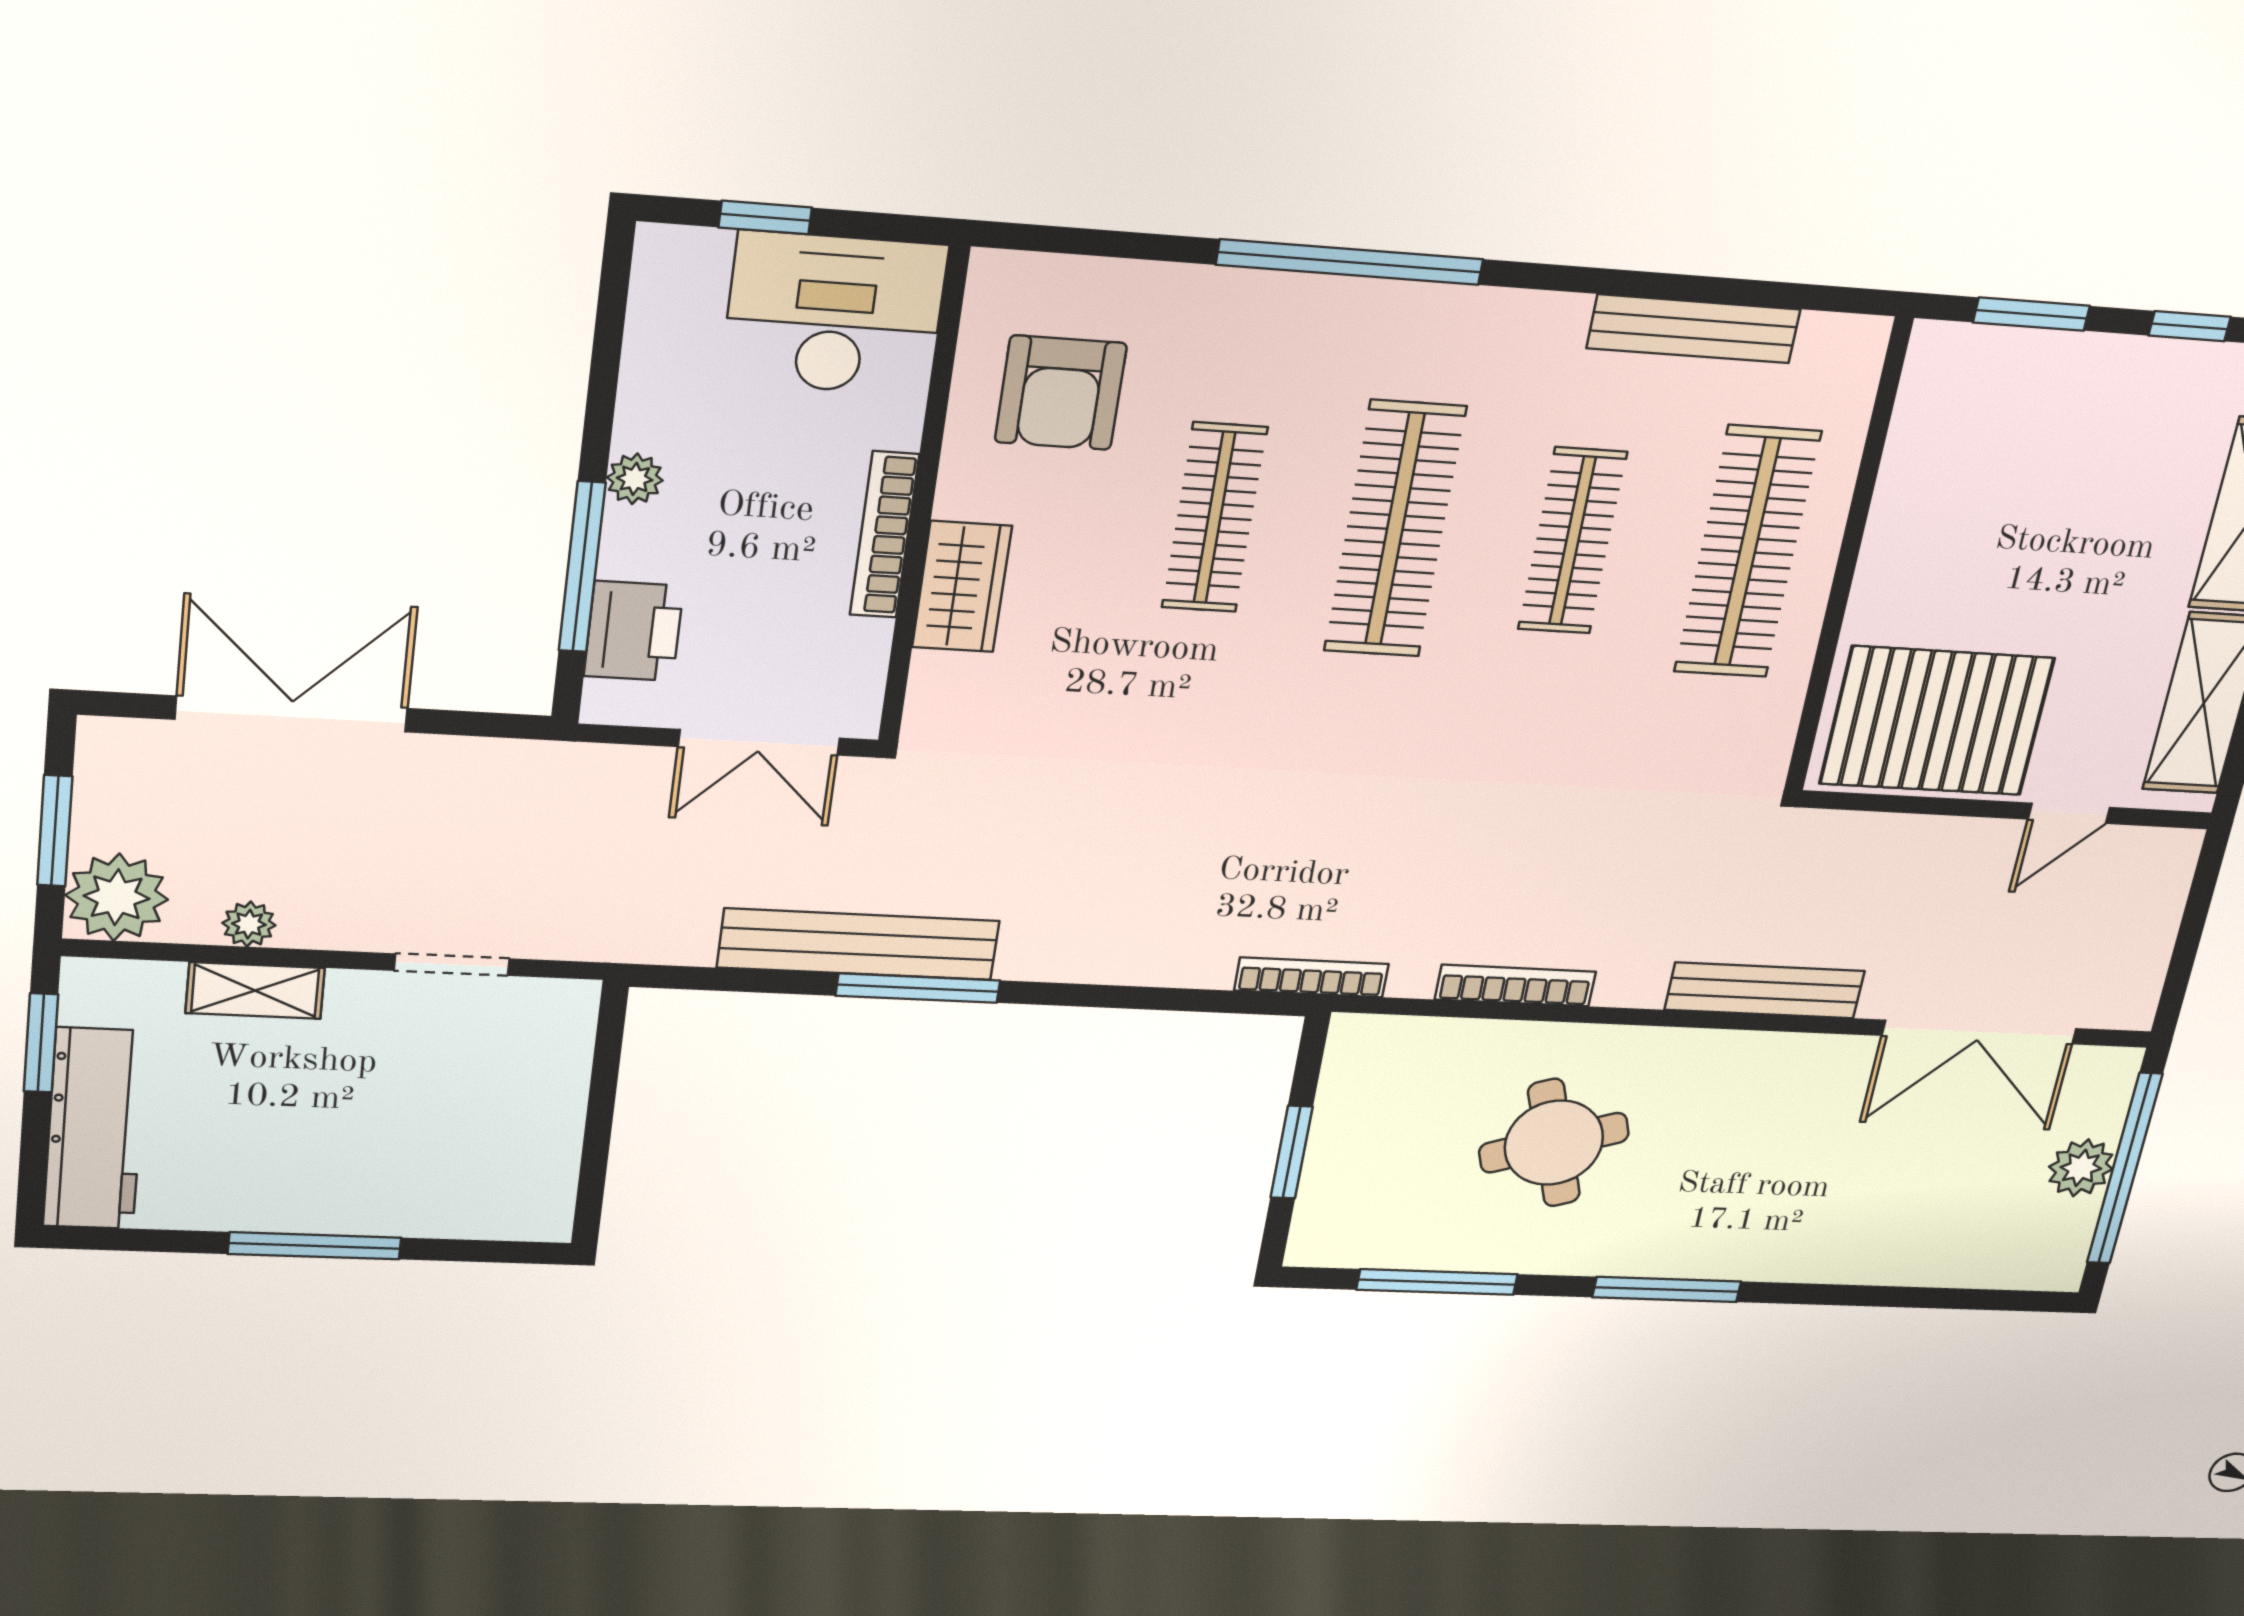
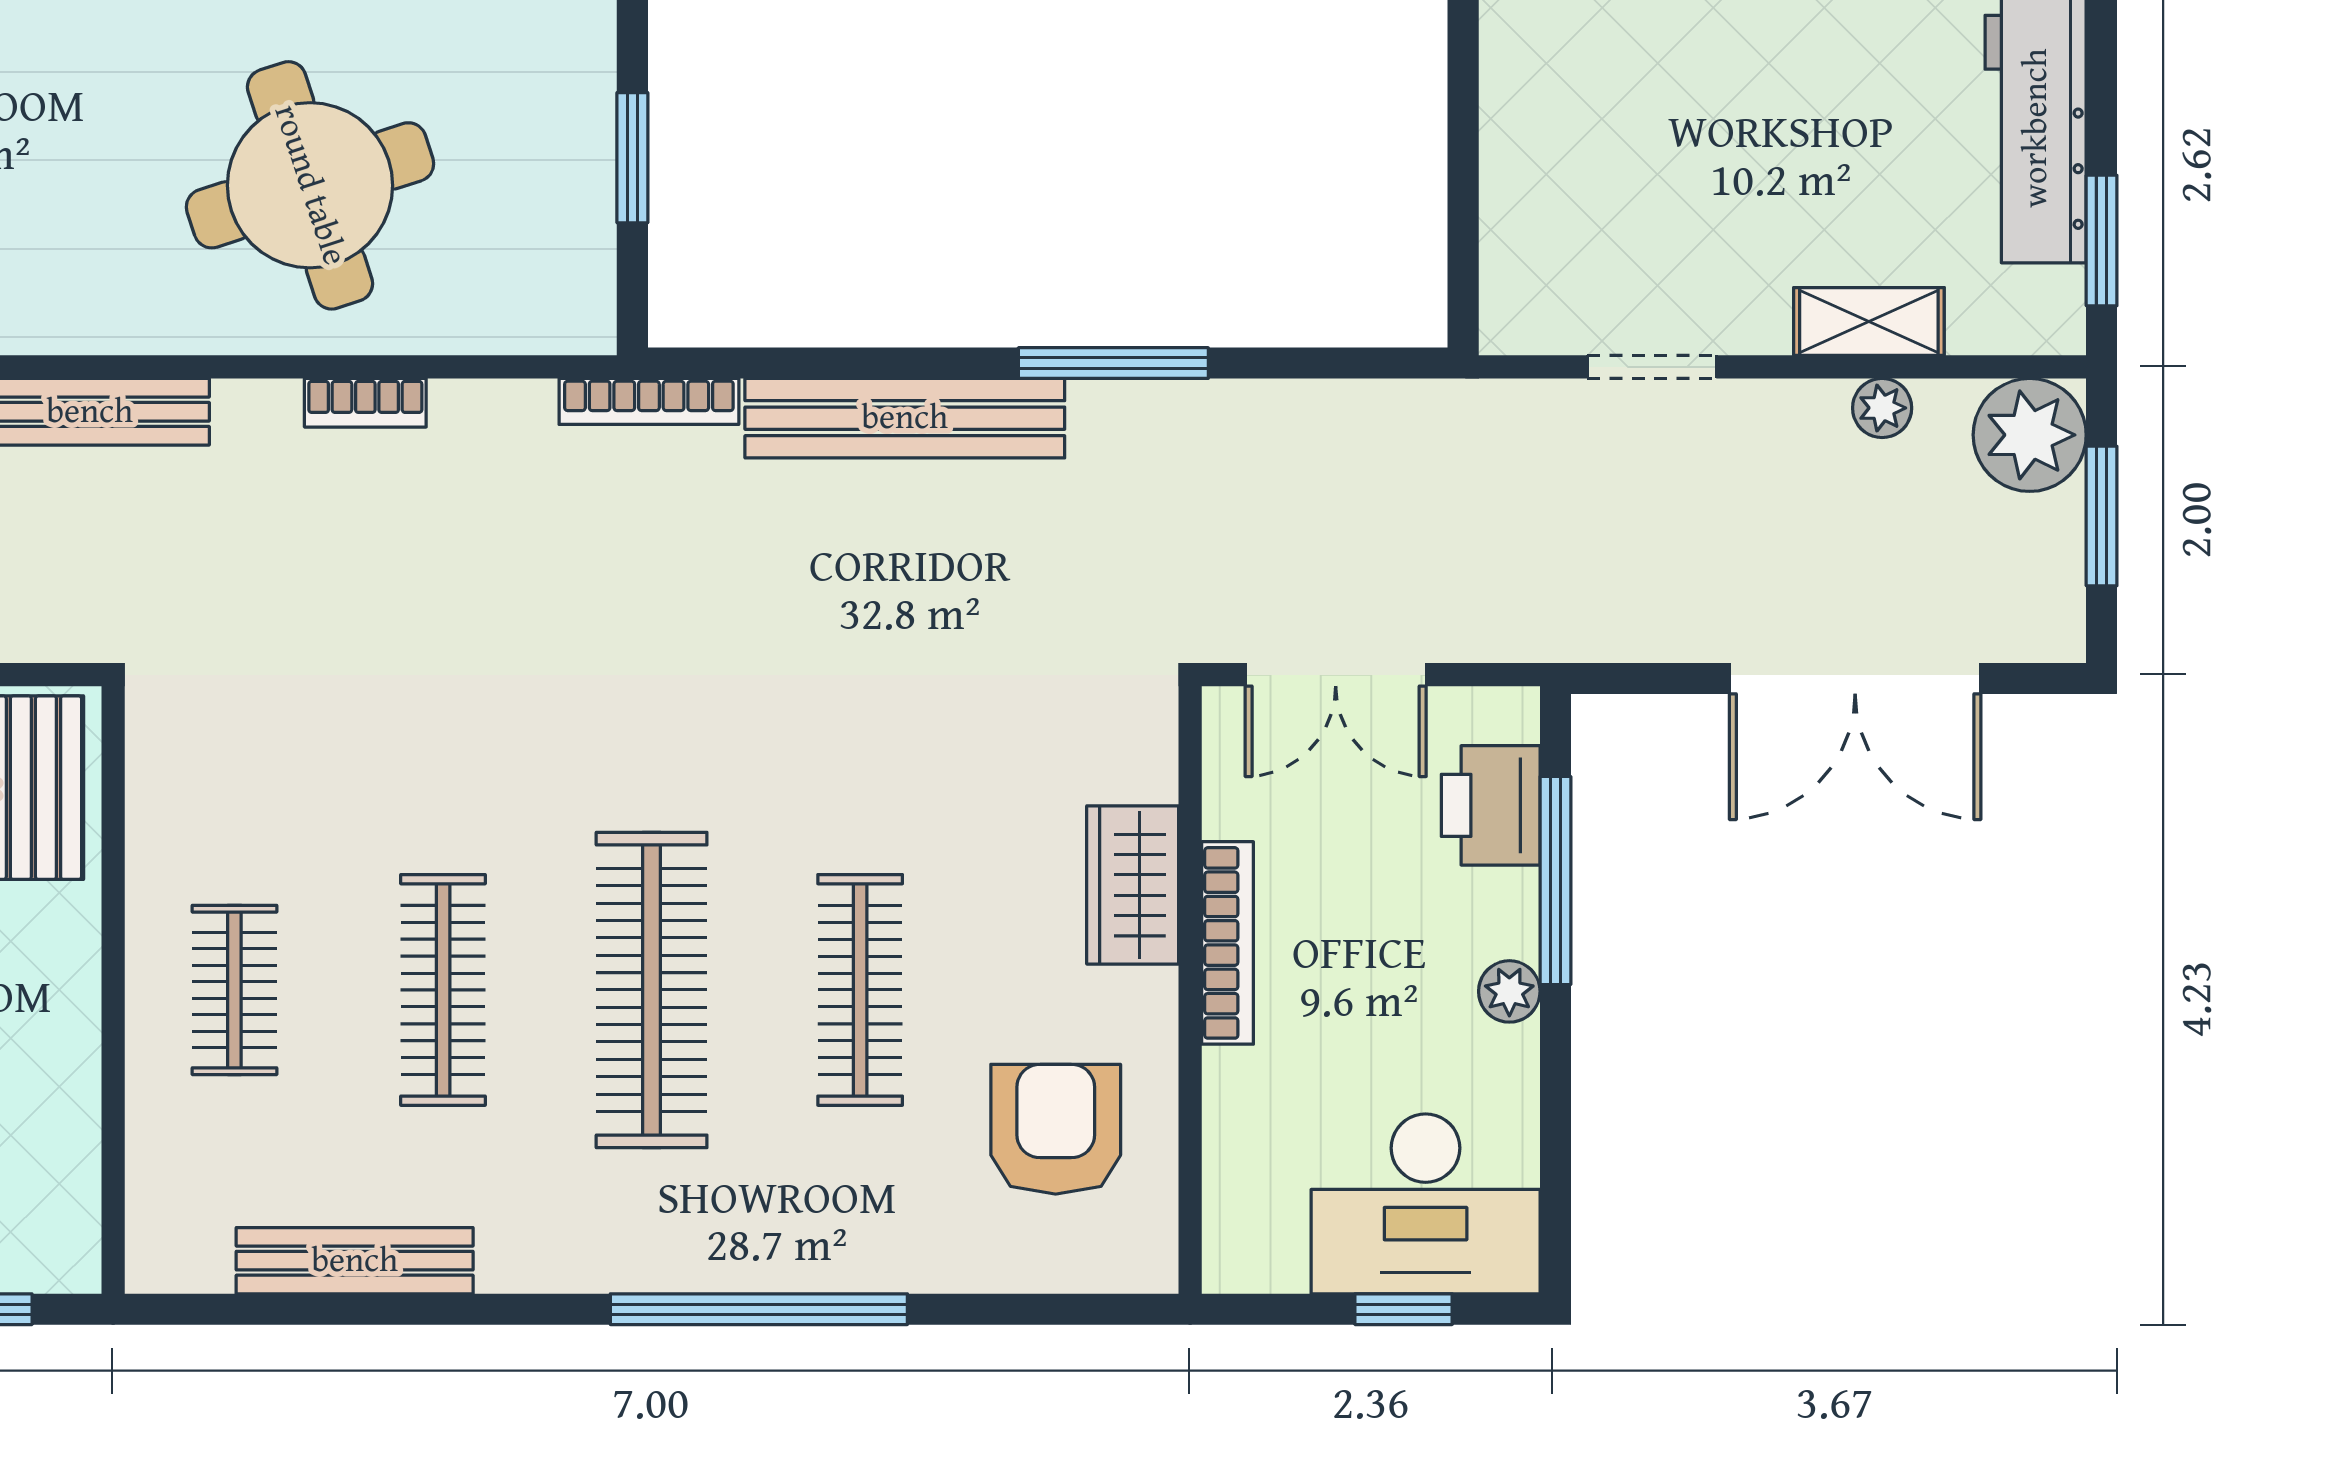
desk: (834, 313) -> (1426, 1204), moved
clothes rail: (1747, 552) -> (234, 990), width x0.54, depth x0.76
double door: (759, 742) -> (1336, 675), swing flipped
bench: (858, 944) -> (905, 418), moved
bookcase: (1515, 986) -> (365, 403), width x0.64
round table: (1554, 1143) -> (310, 185), width x1.36, depth x1.36

